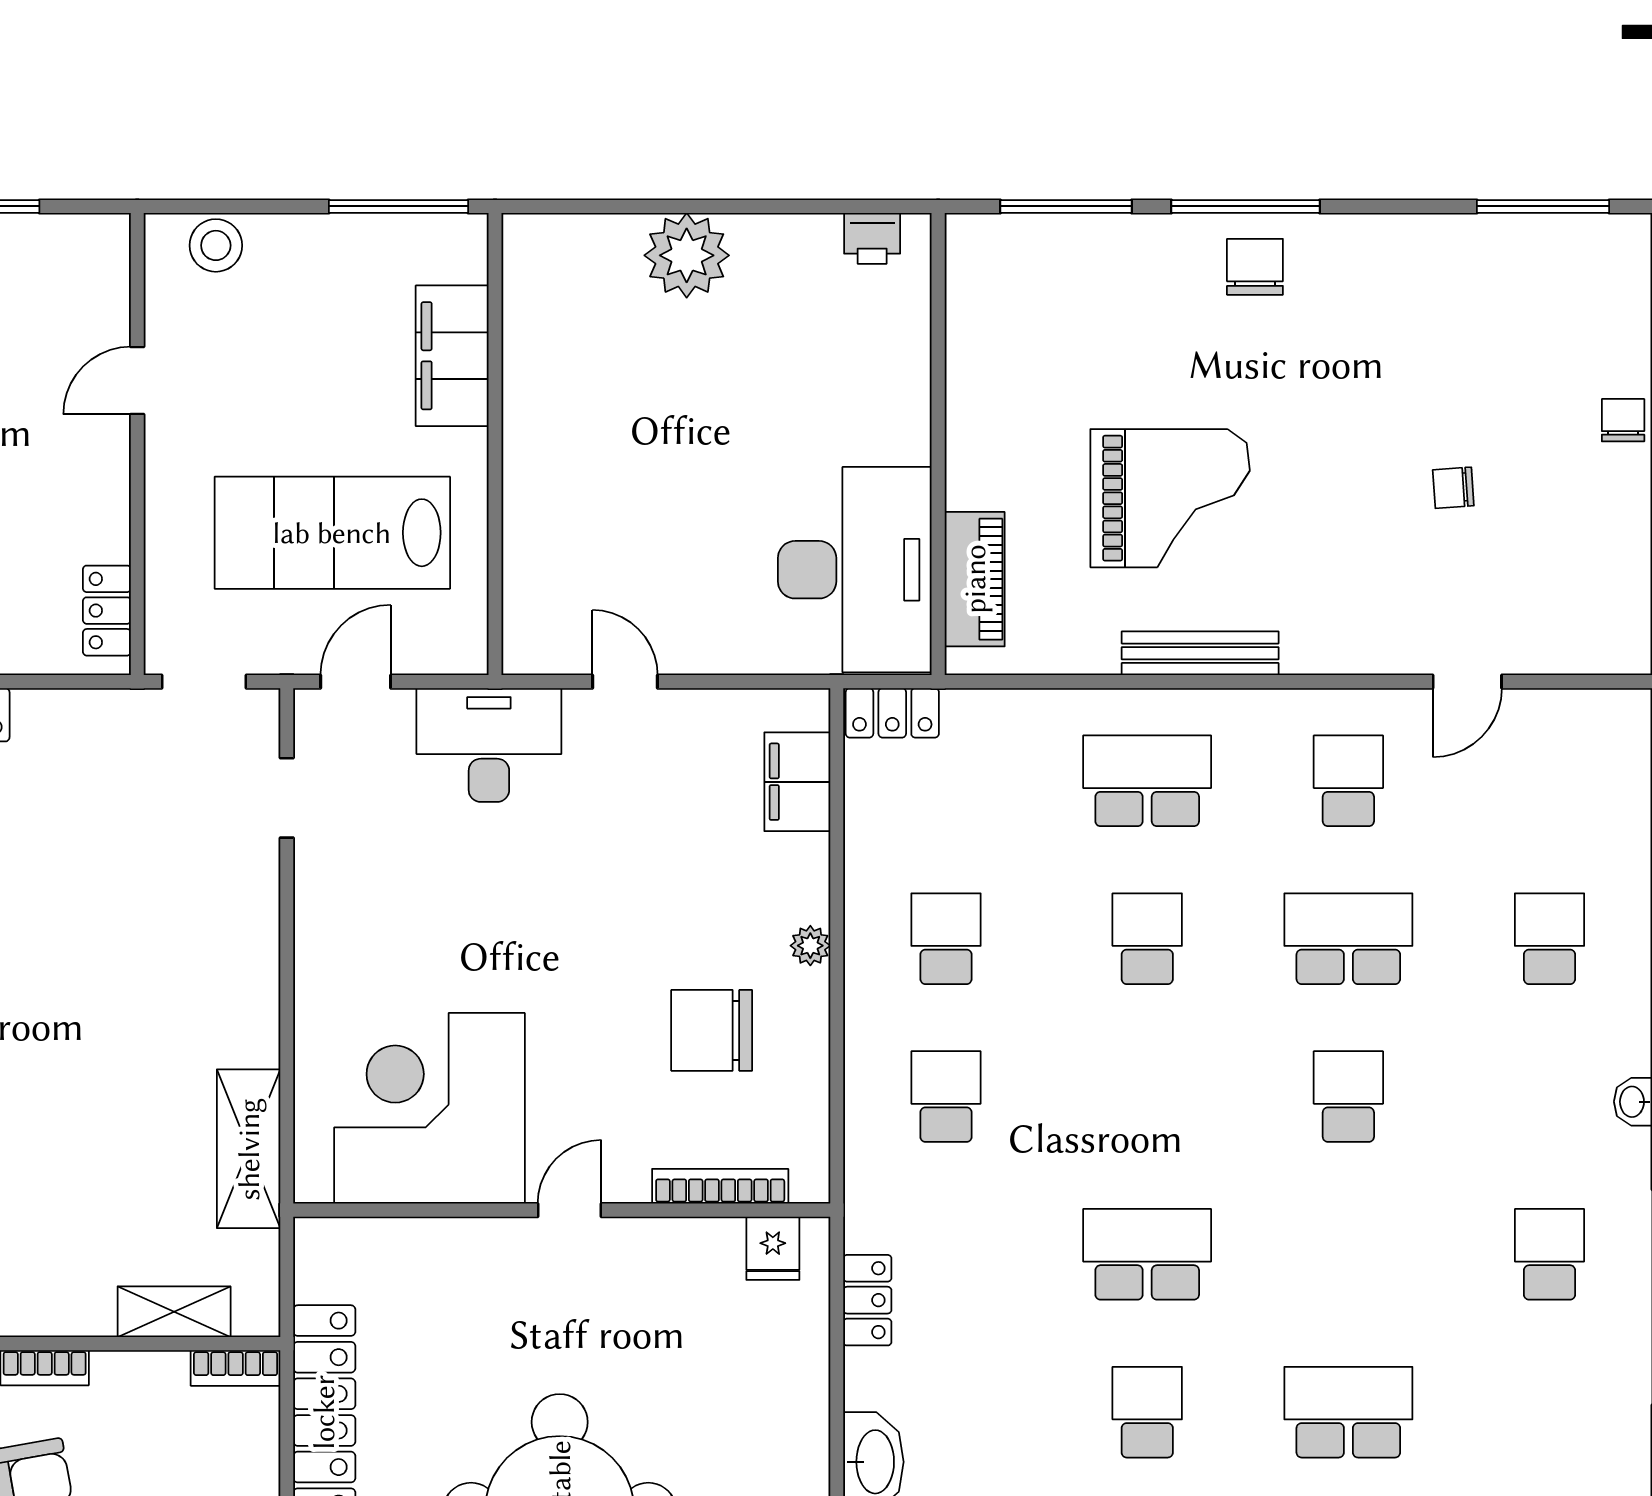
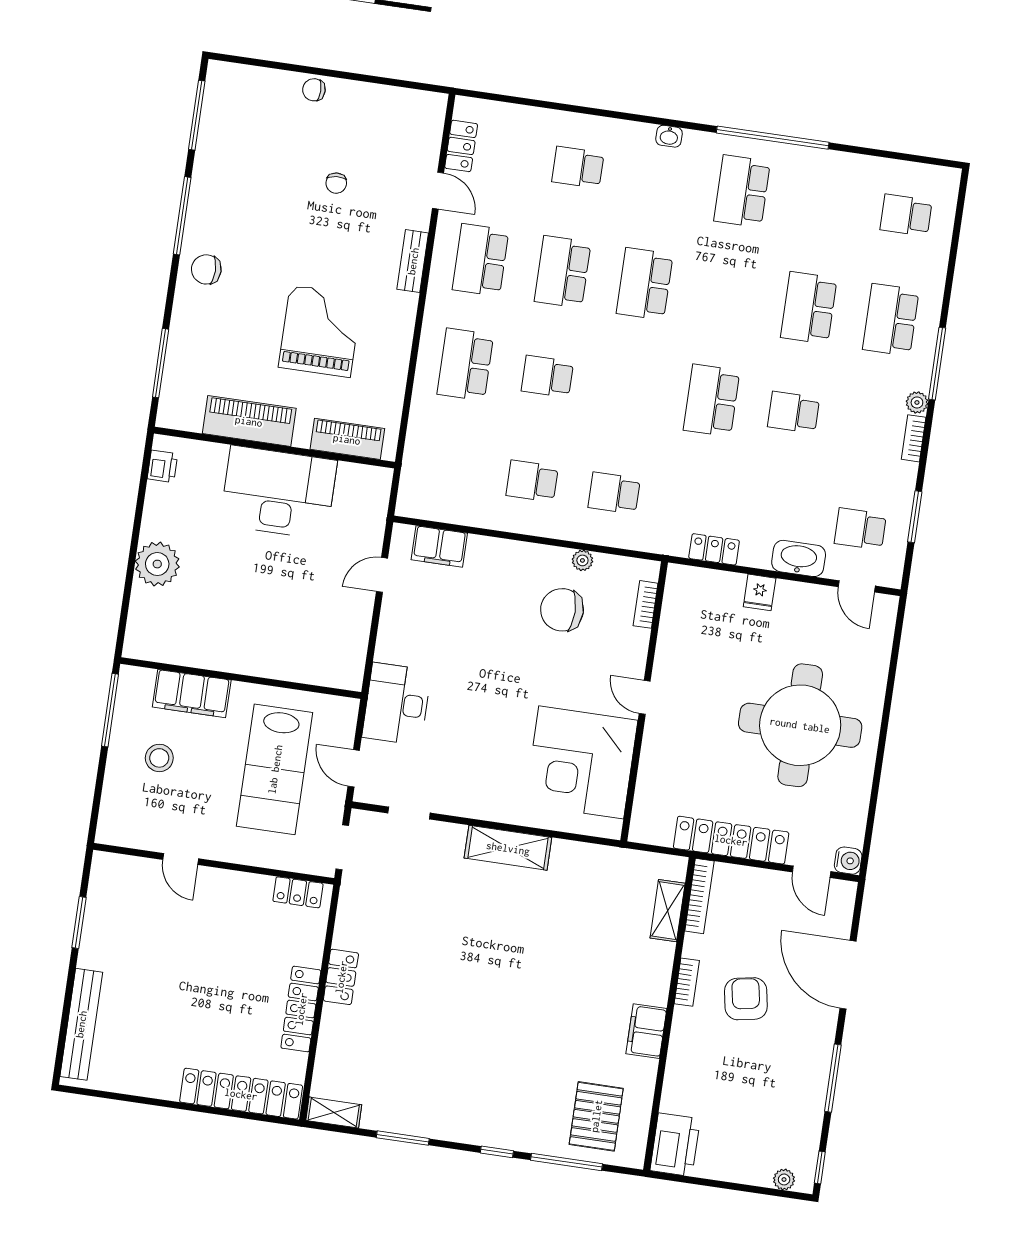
window: (1246, 206) -> (182, 216), moved
stool: (216, 245) -> (159, 758), moved
piano: (981, 389) -> (249, 421), added
desk: (855, 570) -> (278, 492), moved
bench: (1200, 653) -> (413, 261), moved, width x0.73
door: (625, 682) -> (382, 575), moved
locker: (892, 713) -> (461, 146), moved
school desk: (1348, 781) -> (481, 260), width x1.85
plant: (810, 946) -> (582, 560), moved
chair: (712, 1030) -> (562, 610), turned 90
school desk: (1348, 1097) -> (645, 284), width x1.85
shelving: (249, 1149) -> (508, 848), moved
bookcase: (720, 1186) -> (646, 604), width x0.64
fridge: (773, 1248) -> (760, 592), moved, turned 90
school desk: (1550, 1254) -> (742, 191), width x1.85
bookcase: (236, 1368) -> (699, 896), width x1.56

